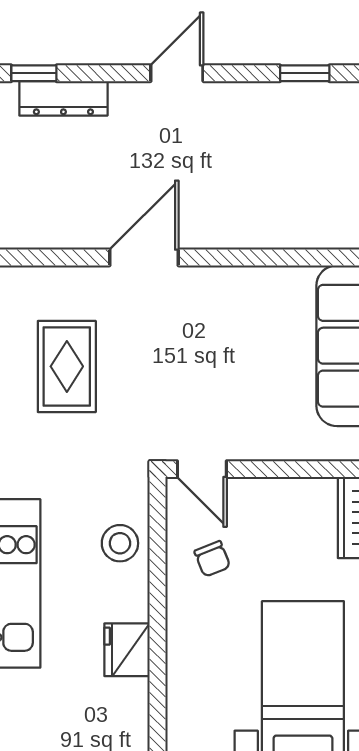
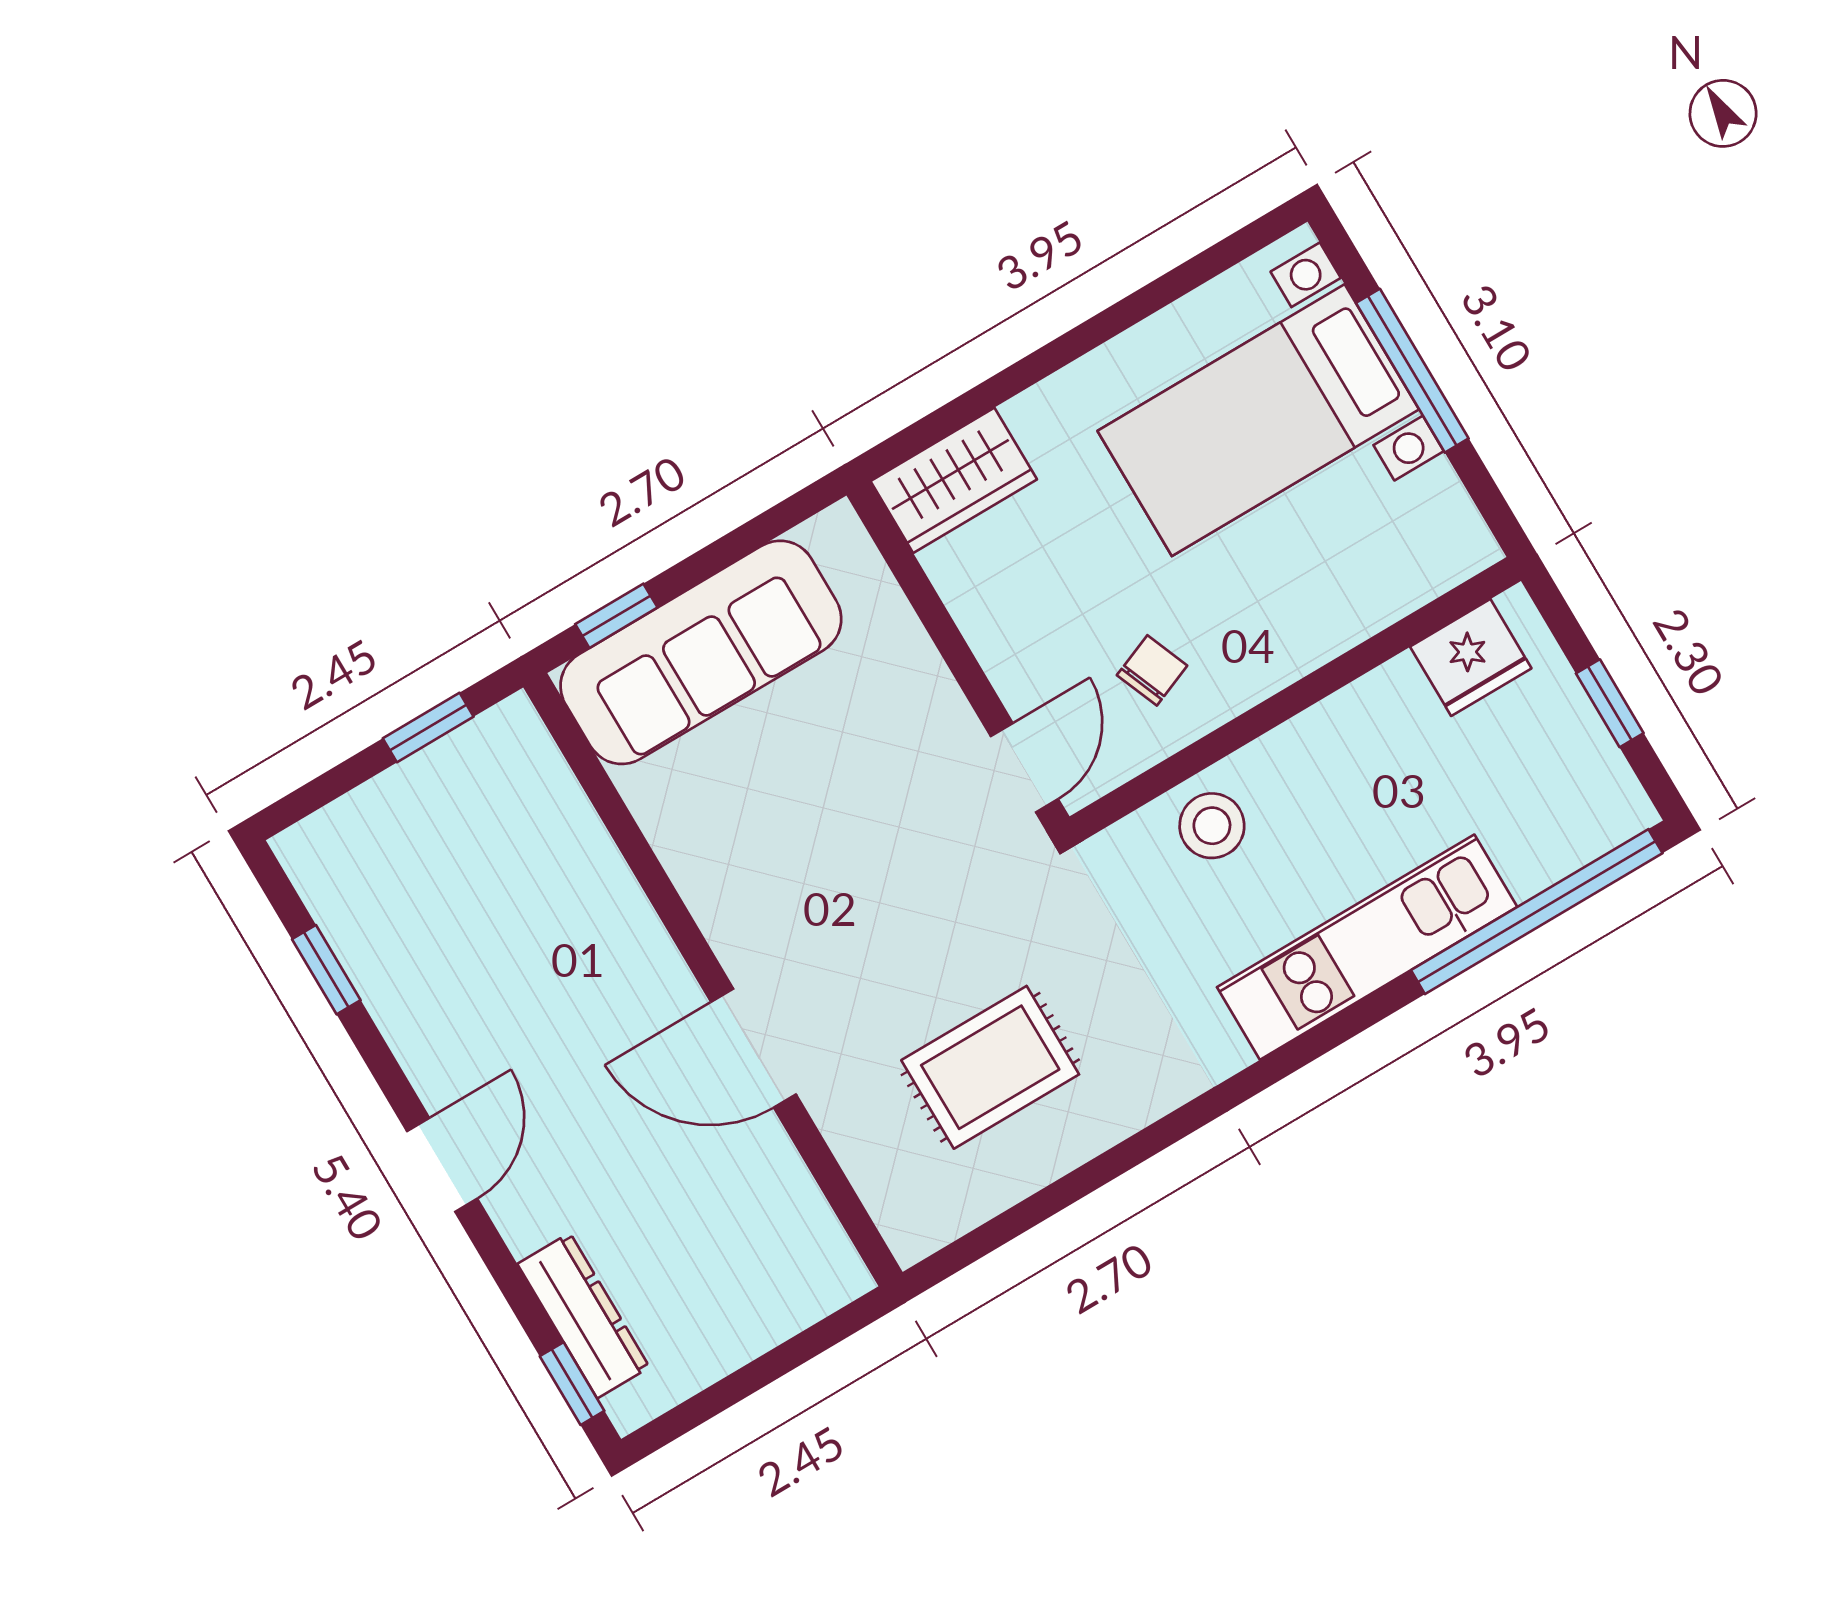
door: (177, 73) -> (442, 1165), swing flipped
fridge: (127, 650) -> (1471, 658), moved

